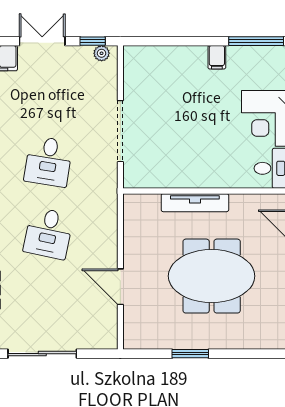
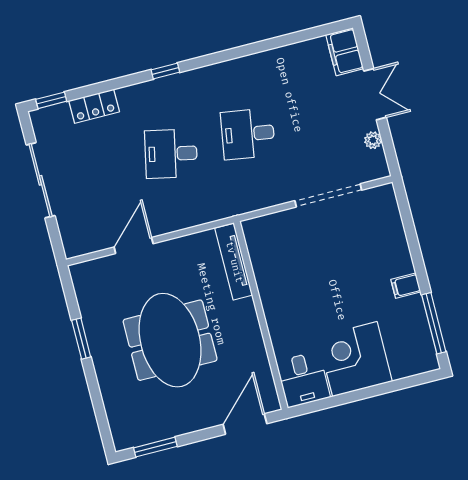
window: (93, 41) -> (389, 148), removed
plant: (102, 53) -> (373, 140), moved
doorway: (120, 131) -> (328, 195), moved
tv unit: (195, 203) -> (234, 262), moved

